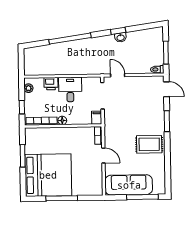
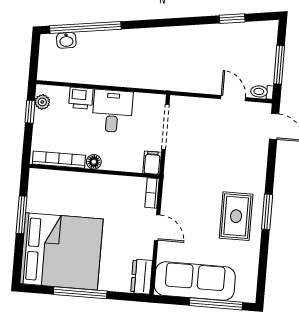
window: (118, 31) -> (232, 19), moved
washbasin: (121, 37) -> (66, 40), moved
window: (70, 39) -> (85, 28), moved
door: (118, 75) -> (233, 98), moved
window: (22, 107) -> (30, 112), moved
window: (167, 121) -> (267, 212), moved
rug: (149, 144) -> (236, 216), turned 90
dresser: (97, 185) -> (142, 277), added

